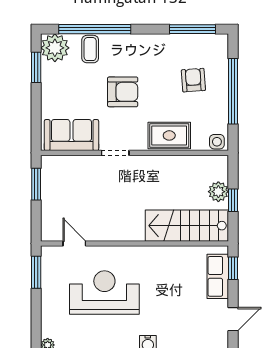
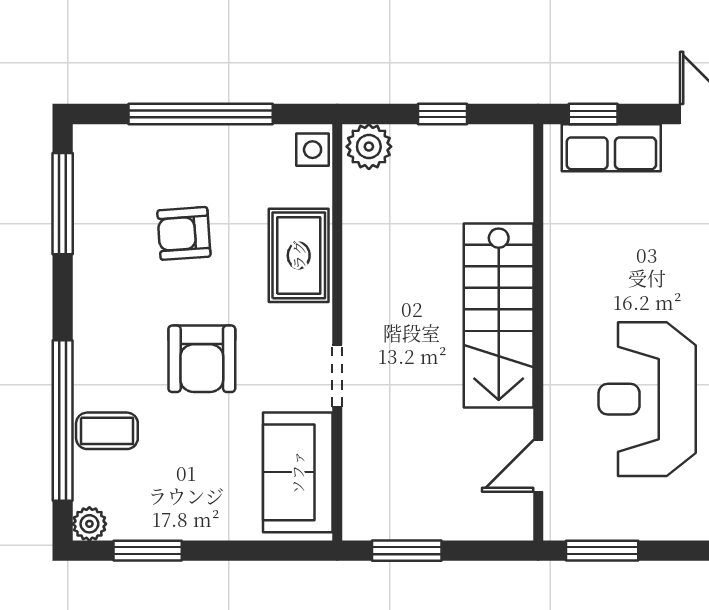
plant: (55, 48) -> (89, 524), width x0.53, depth x0.53
armchair: (193, 80) -> (184, 233), moved
armchair: (123, 92) -> (202, 359), turned 180
plant: (218, 192) -> (369, 147), moved
stairs: (187, 226) -> (499, 315), moved

